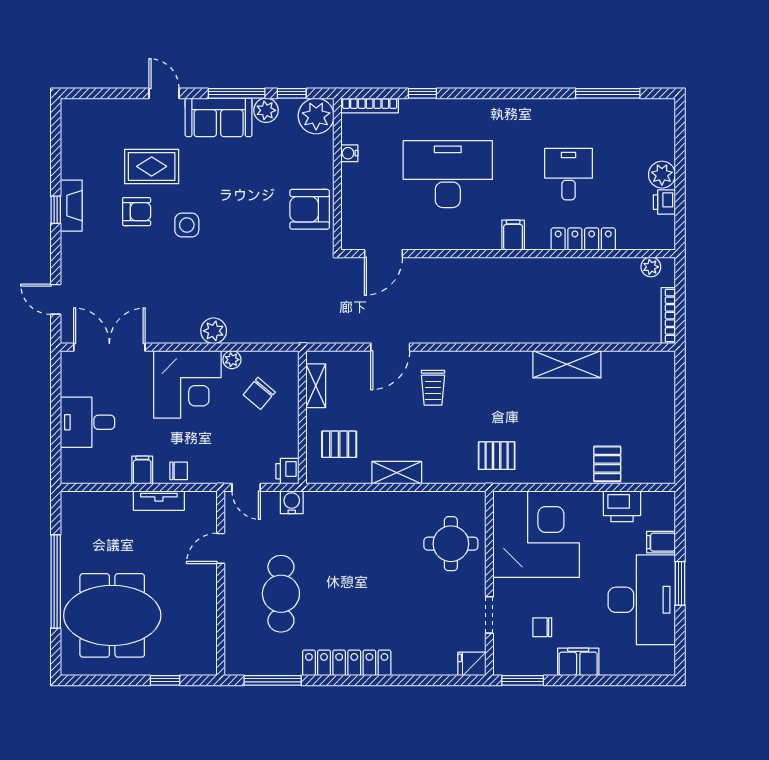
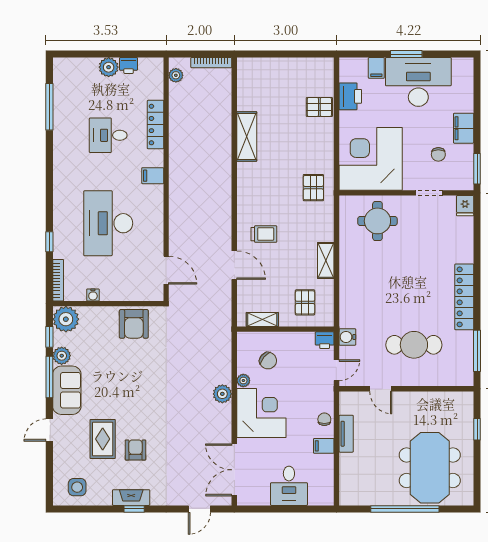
side table: (187, 225) -> (77, 487), moved

